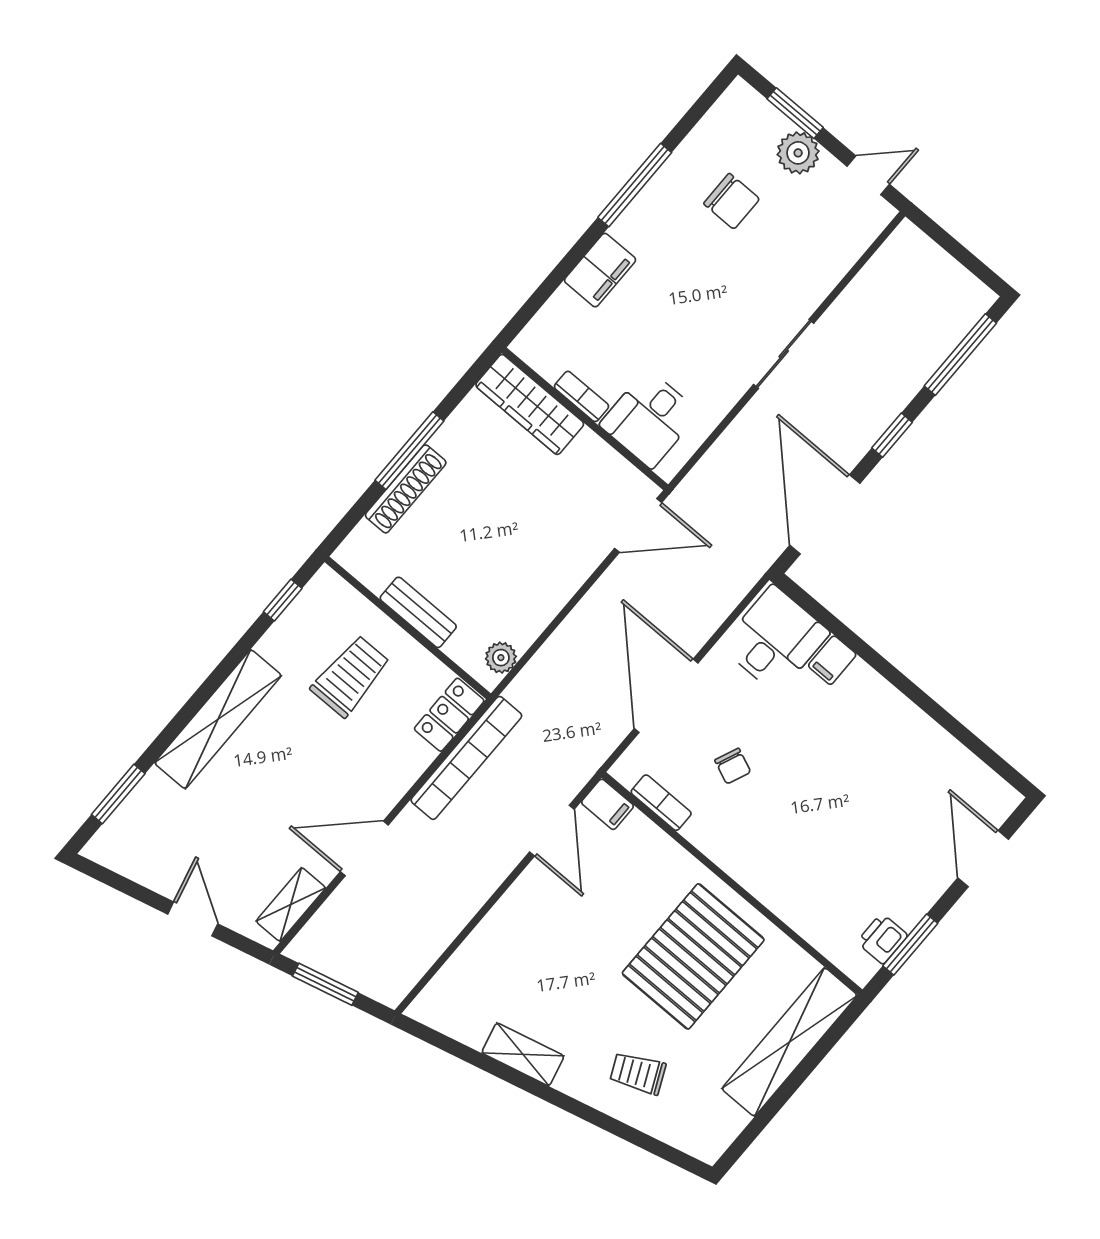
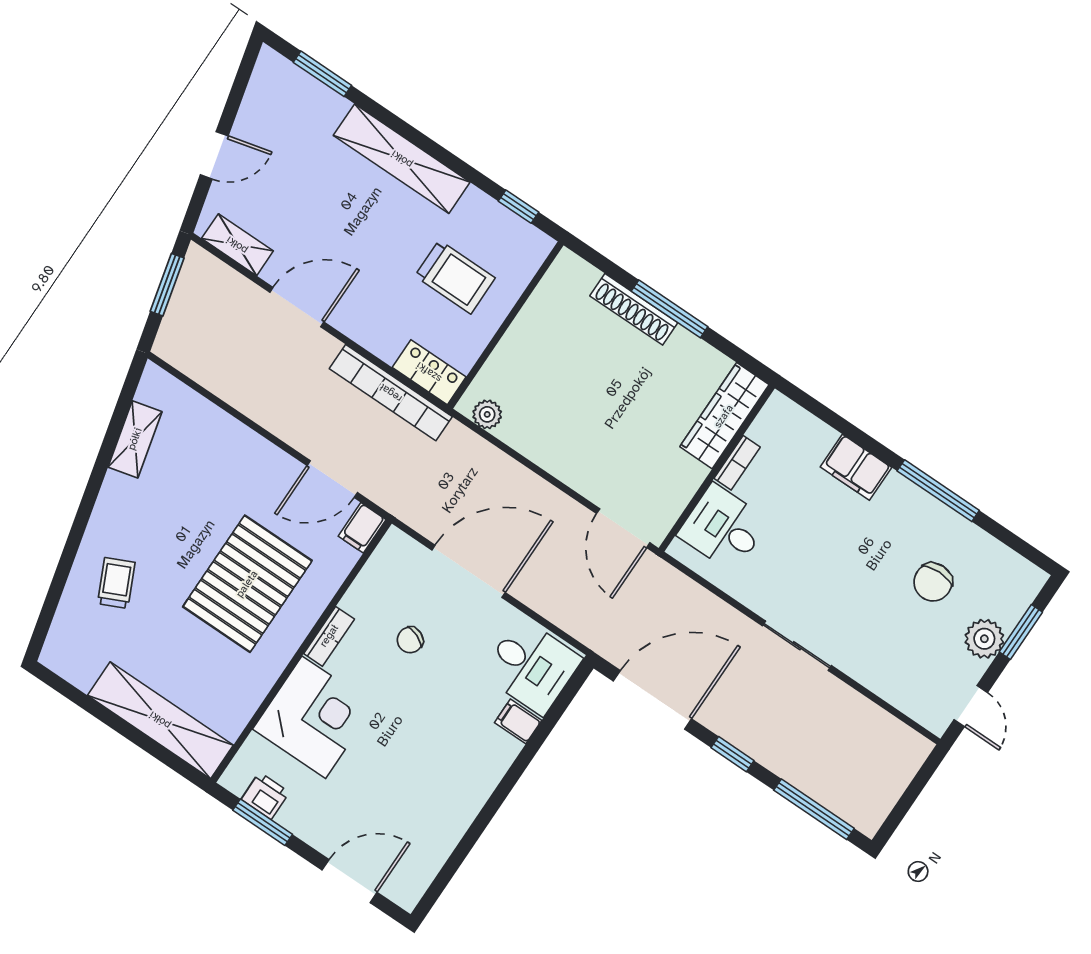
bench: (418, 612) -> (521, 333), removed
bookcase: (661, 803) -> (329, 636), moved
door: (364, 848) -> (297, 307), hinge flipped
corner desk: (804, 878) -> (314, 717), added
pallet: (693, 956) -> (247, 584), moved, turned 90
shelving: (523, 1054) -> (135, 439), moved

